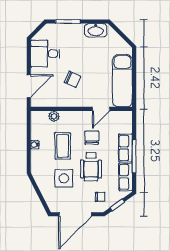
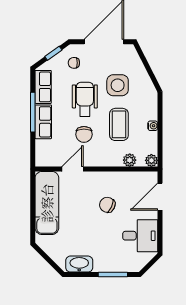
plant: (36, 116) -> (151, 160), added

